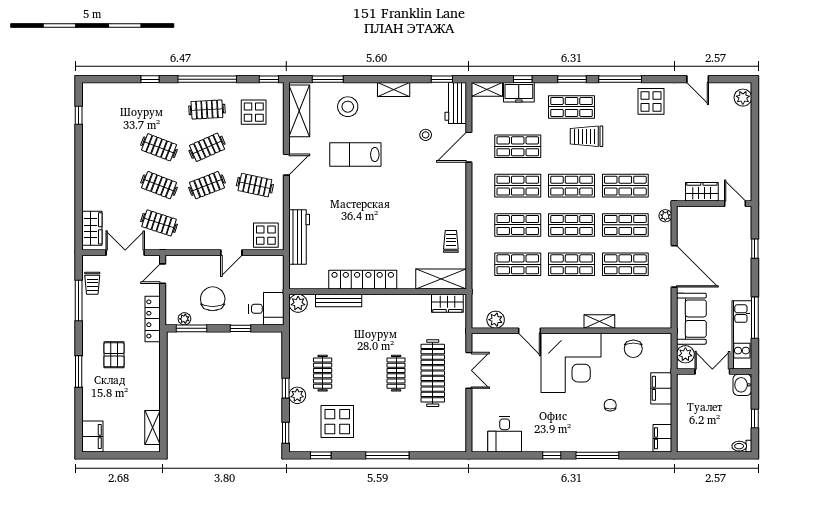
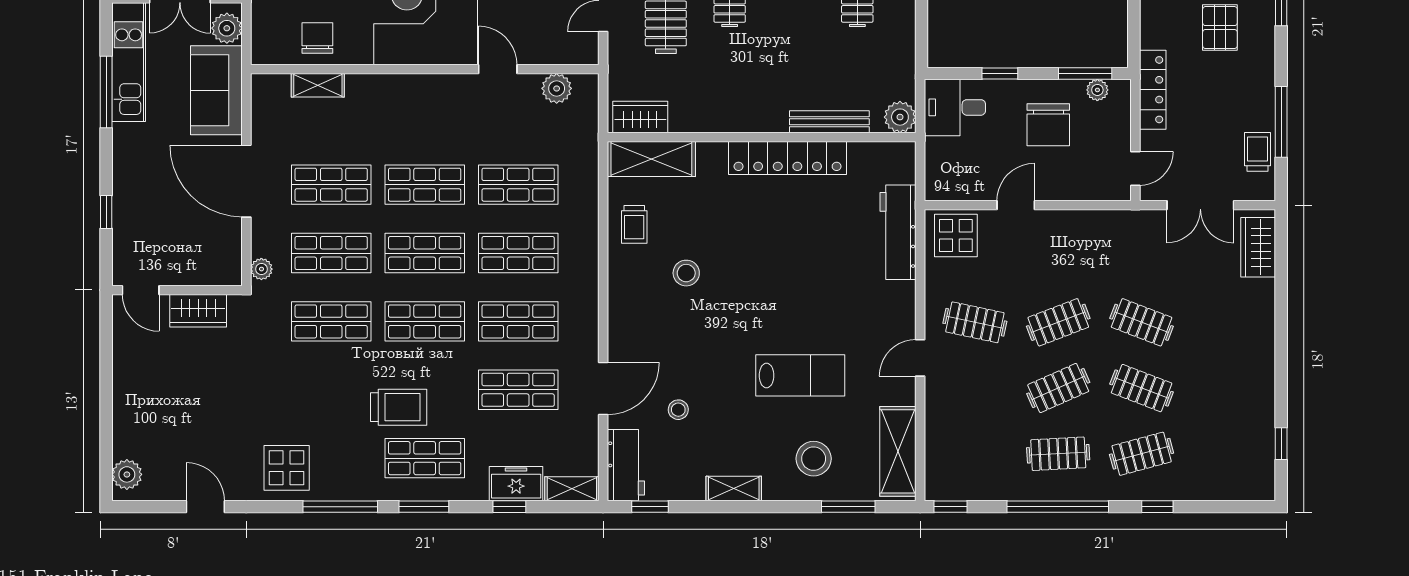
display table: (254, 112) -> (977, 449), removed
stool: (421, 213) -> (686, 273), added
clothes rail: (159, 223) -> (1142, 454), moved, turned -33
shelving: (599, 321) -> (318, 85), moved

